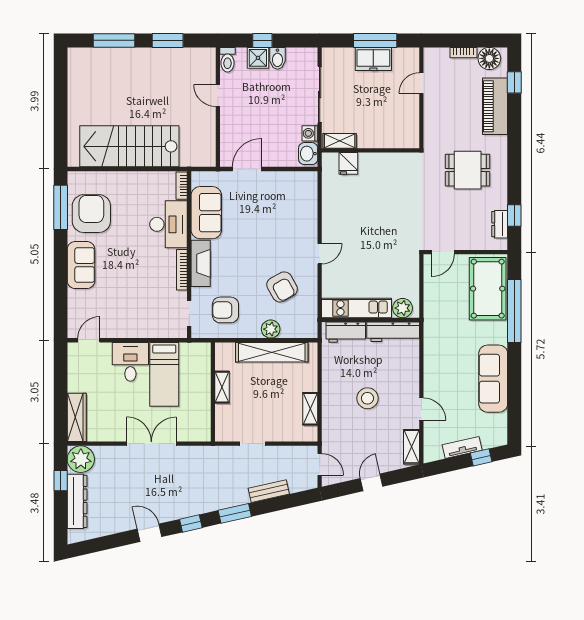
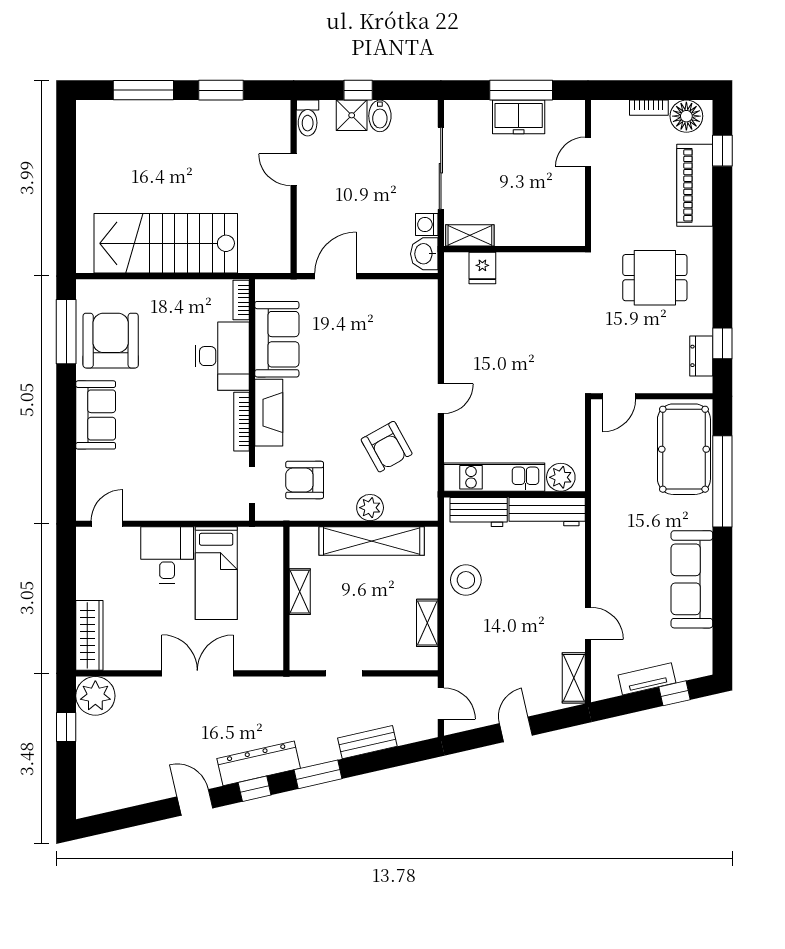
stool: (367, 398) -> (466, 580), moved
dresser: (77, 501) -> (259, 763), moved, turned -103

